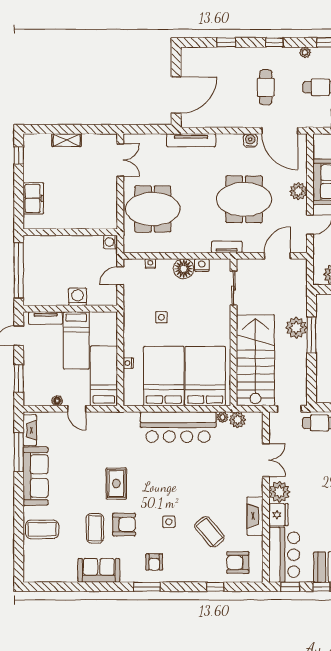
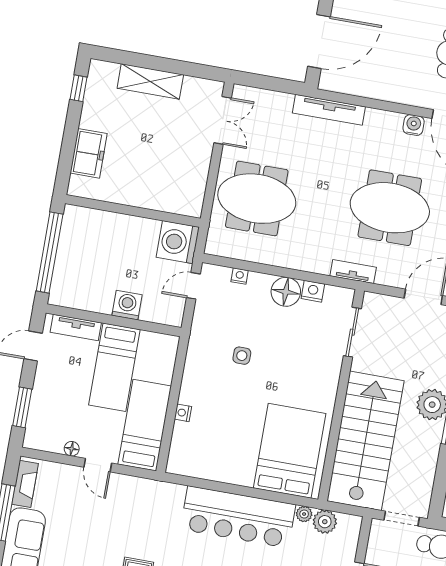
shelving: (67, 140) -> (150, 81), width x1.50, depth x1.33
washing machine: (110, 242) -> (178, 242), width x1.89, depth x1.89
bed: (164, 376) -> (230, 440), removed

